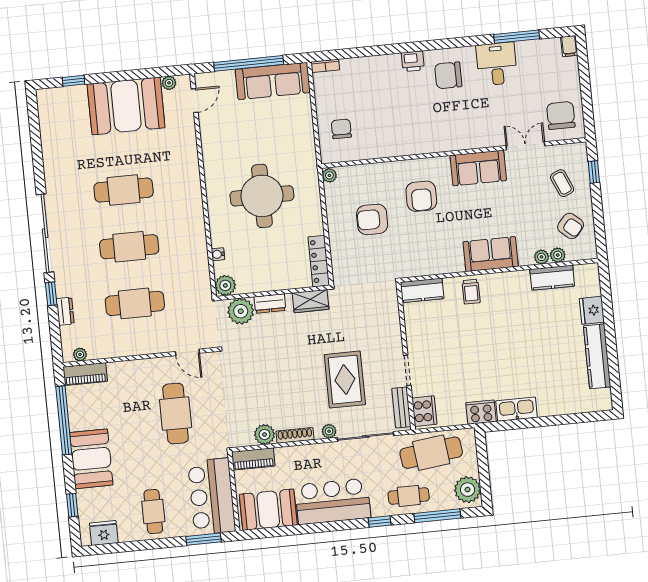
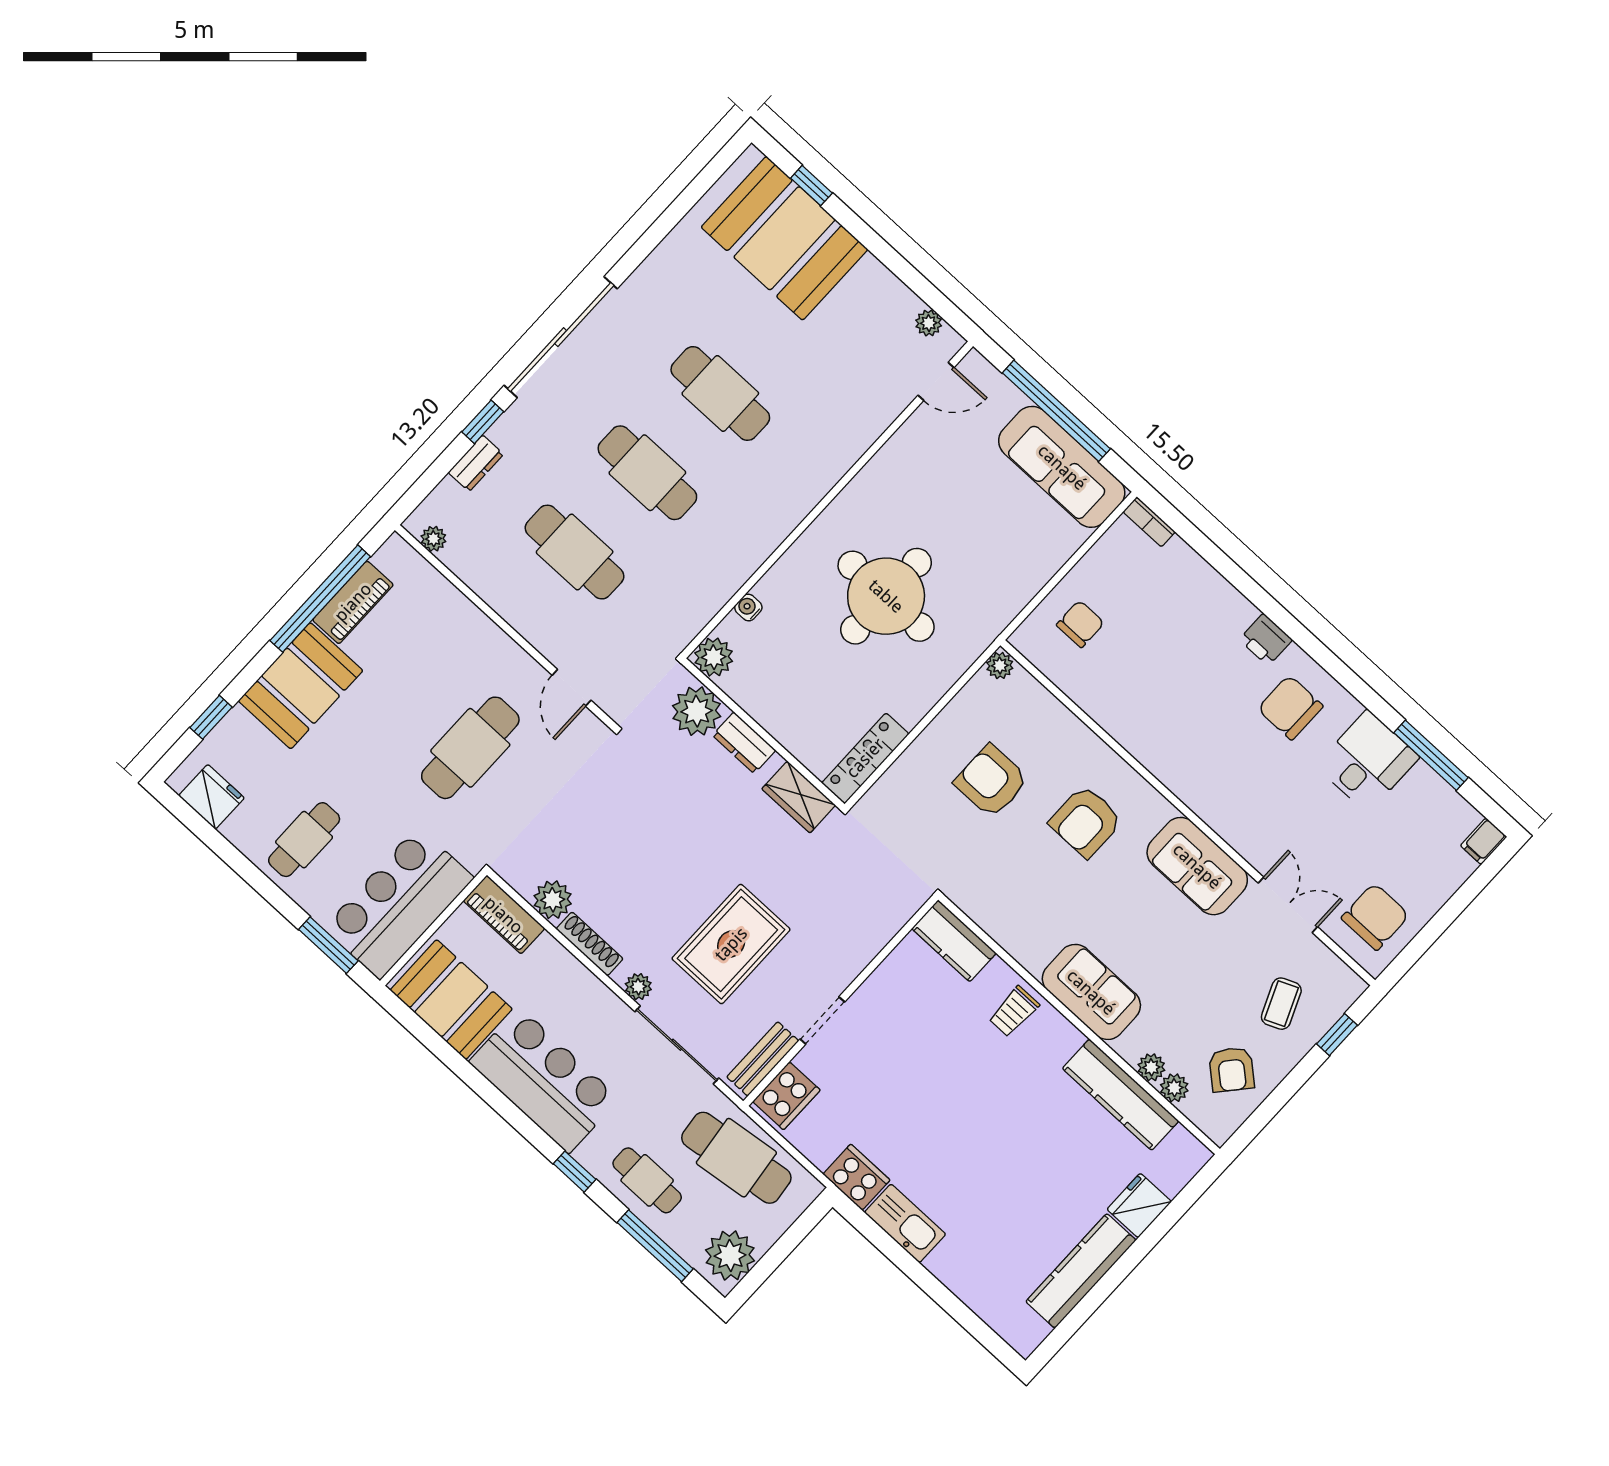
booth: (126, 106) -> (784, 238), moved
kitchen counter: (552, 278) -> (1121, 1095), width x1.50
piano: (85, 374) -> (353, 602), moved, turned -90

